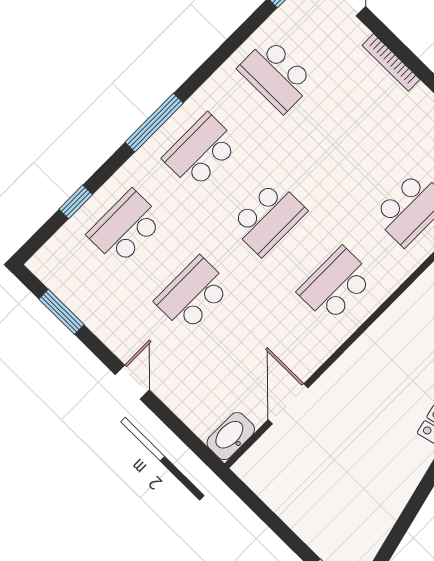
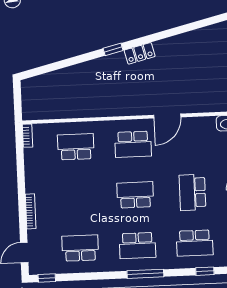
school desk: (276, 75) -> (80, 248), turned -90
school desk: (193, 294) -> (192, 192), turned 90
door: (288, 404) -> (167, 116), moved

